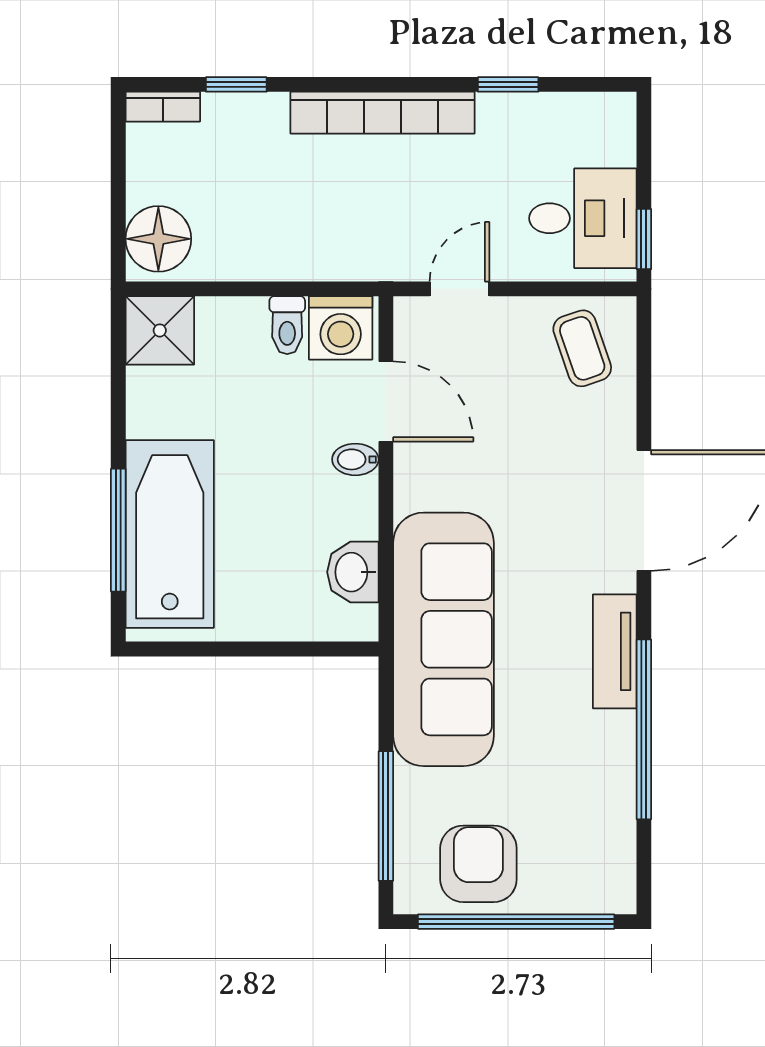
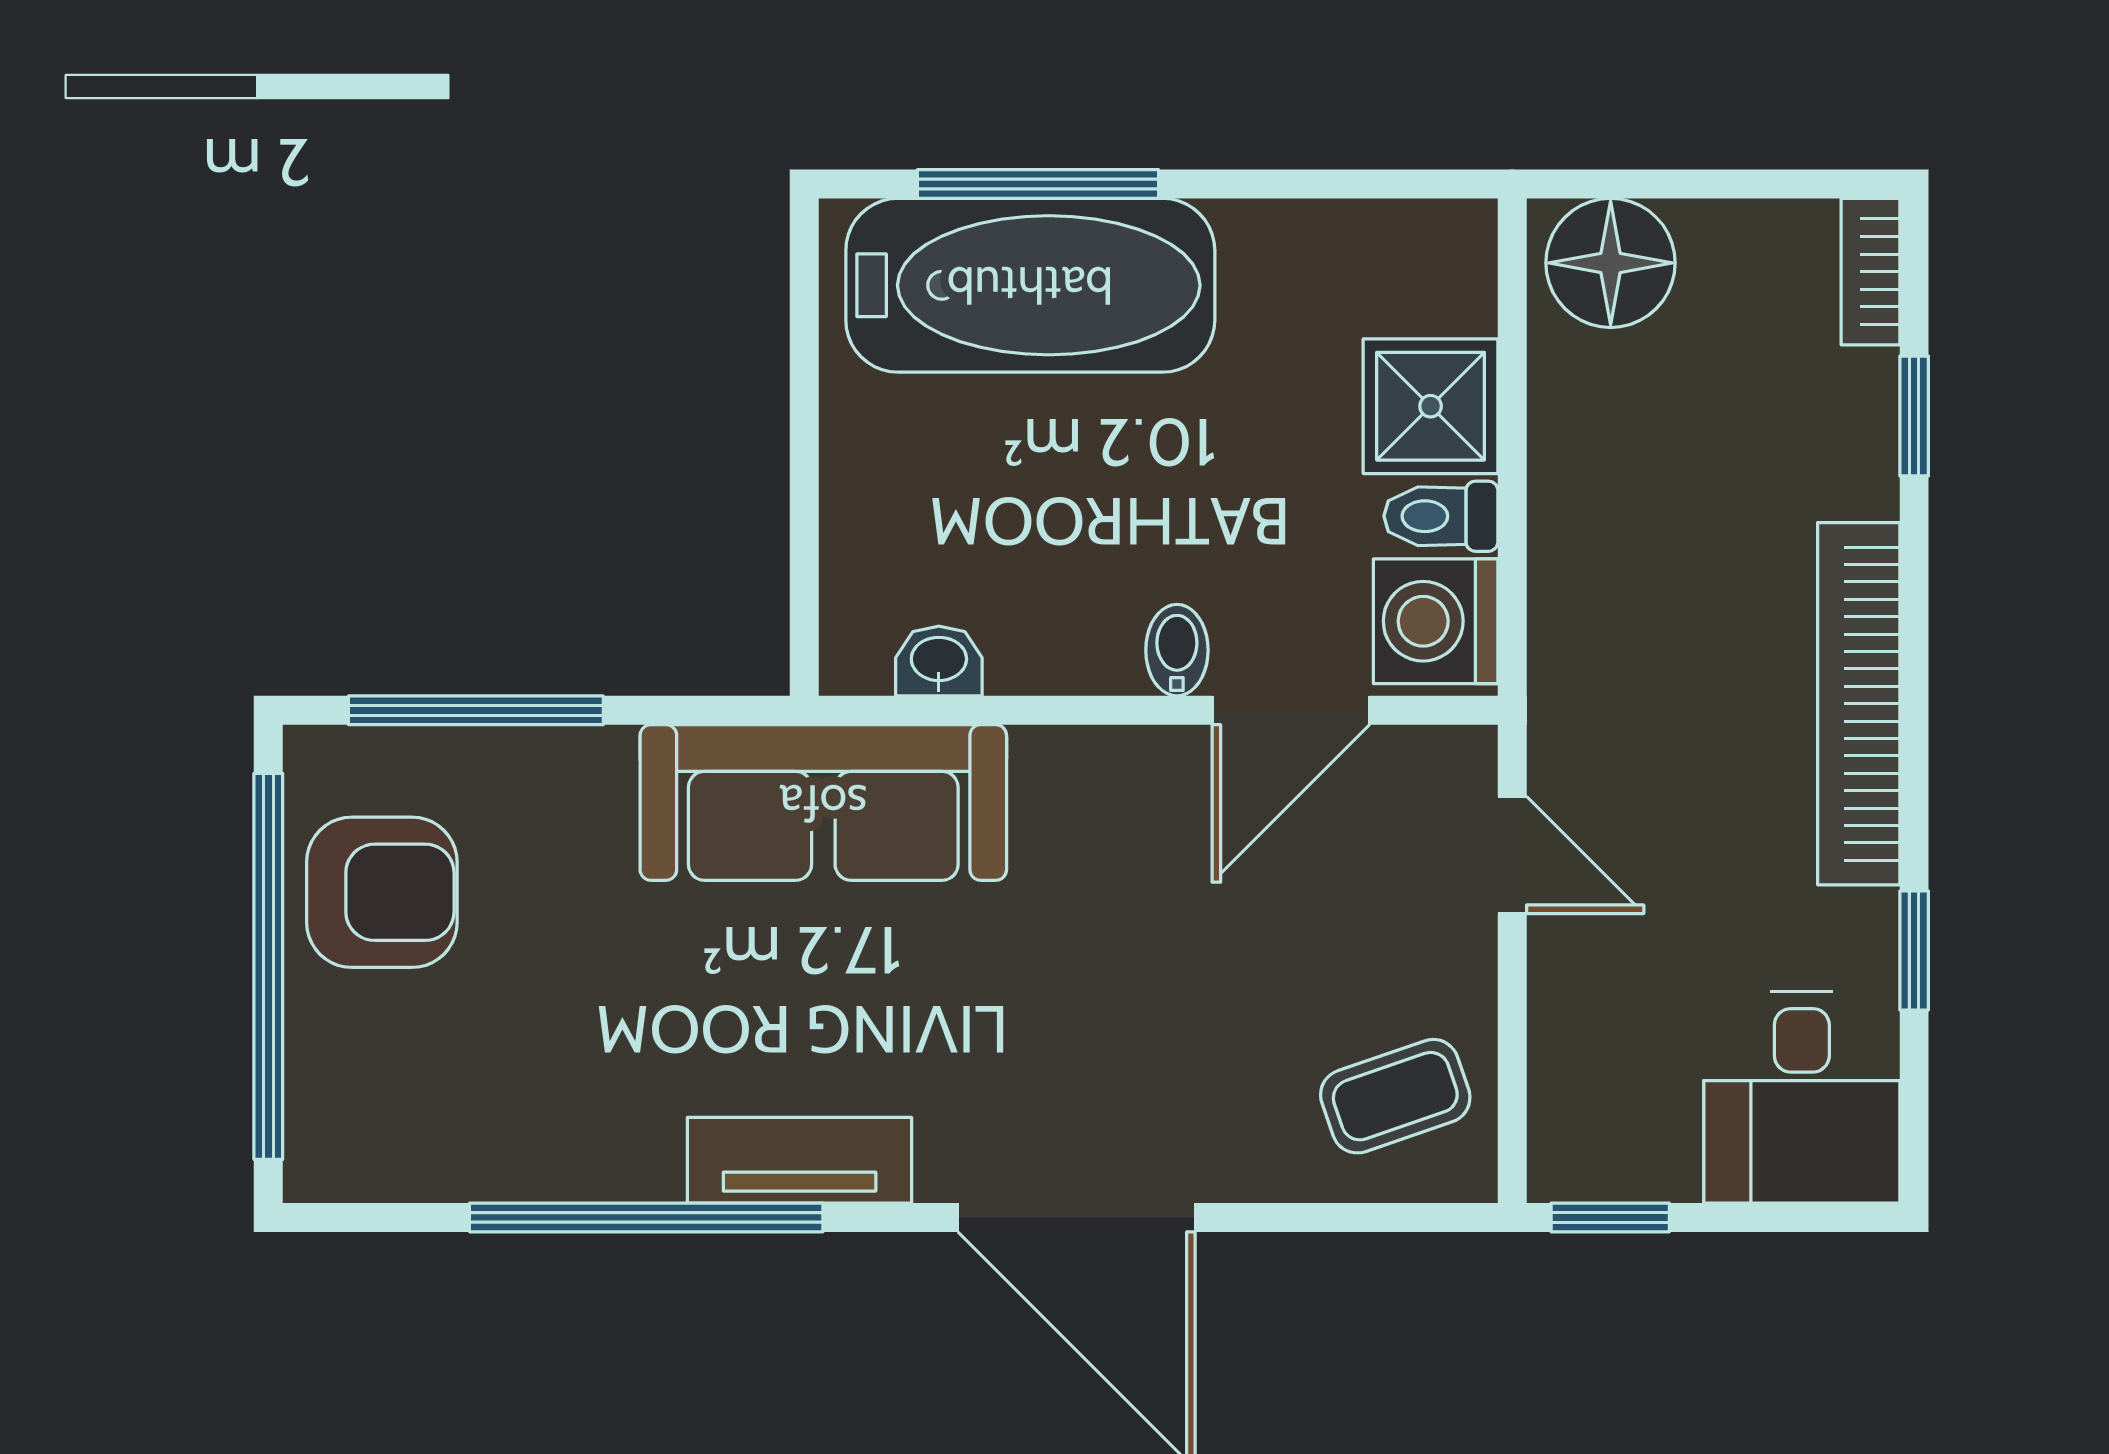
desk: (583, 218) -> (1802, 1097), moved
shower: (160, 330) -> (1431, 406), moved
washbasin: (353, 572) -> (939, 661), width x0.72, depth x0.69
sofa: (444, 639) -> (823, 803), width x0.74, depth x0.79

